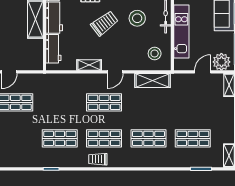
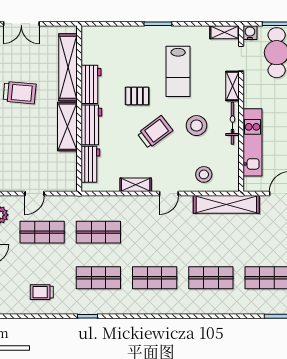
stool: (155, 53) -> (204, 174), moved
shelving: (152, 81) -> (226, 204), width x1.47
shop shelf: (104, 102) -> (98, 232), moved
trolley: (98, 159) -> (42, 292), moved

